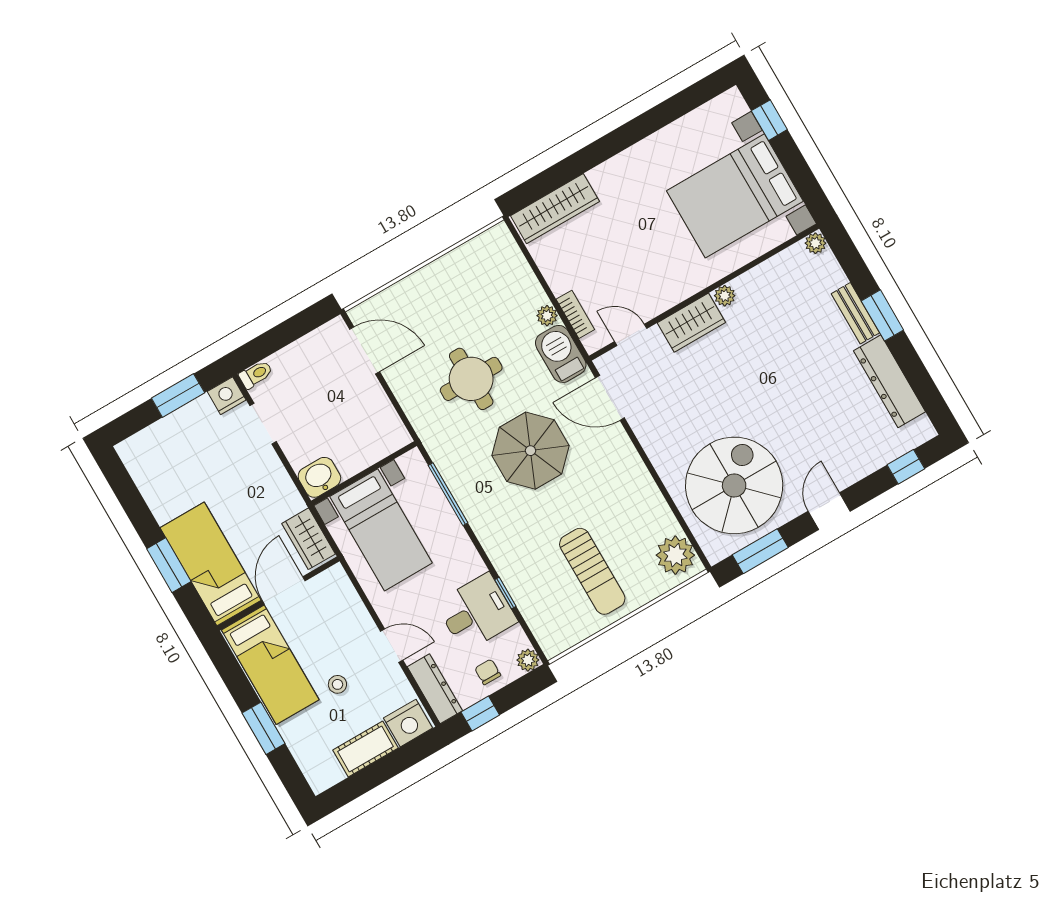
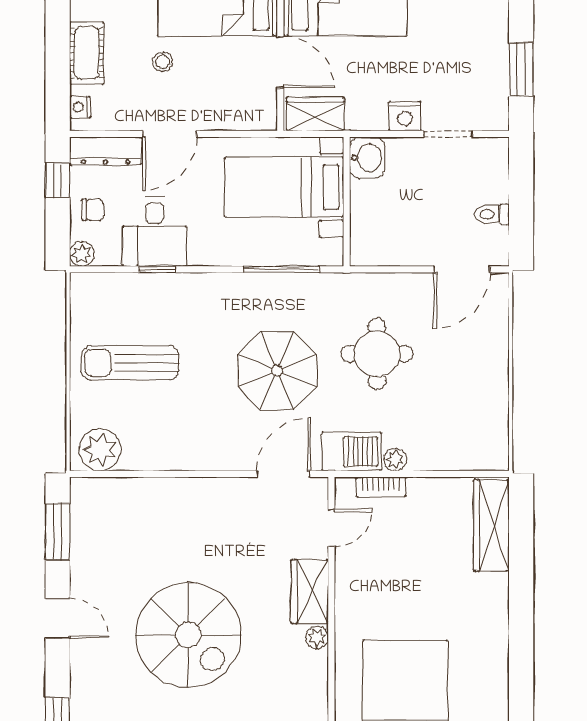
toilet: (256, 374) -> (492, 214), moved, turned 90
nightstand: (227, 396) -> (405, 116), moved, turned 90
spiral stairs: (734, 485) -> (188, 635), moved
door: (392, 646) -> (170, 134), width x1.38
nightstand: (408, 723) -> (80, 107), width x0.53, depth x0.56

